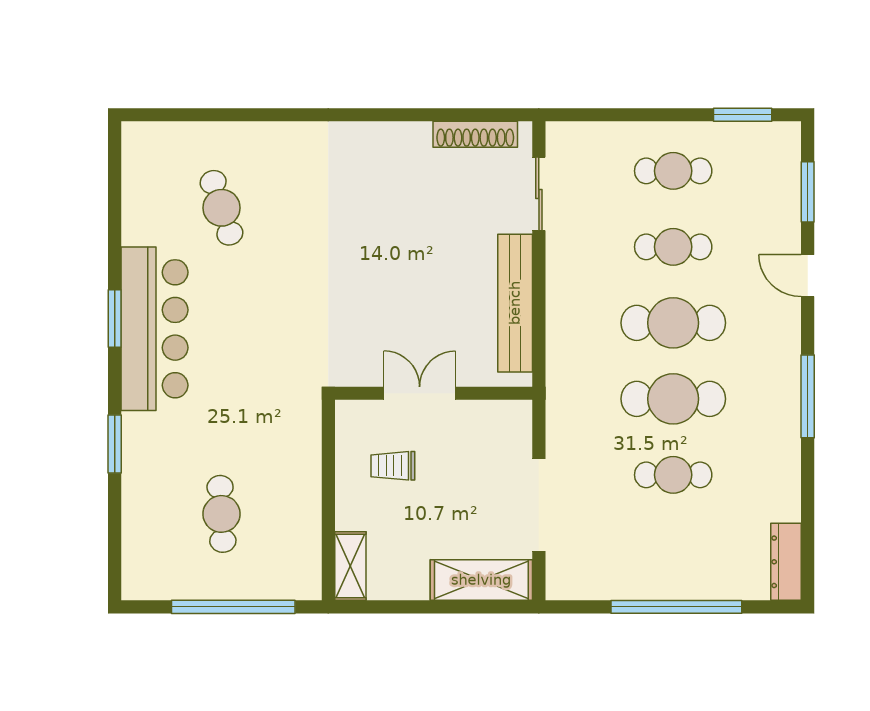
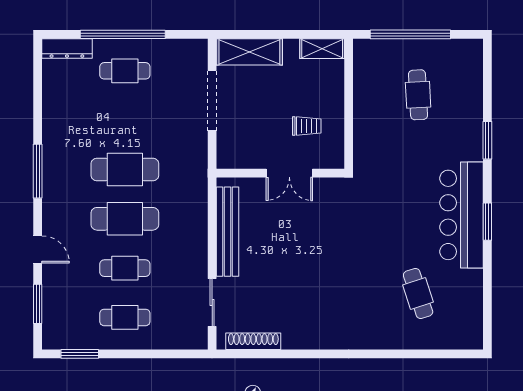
cafe table: (673, 475) -> (125, 71), moved
dresser: (786, 562) -> (67, 48), moved, turned 90
shelving: (350, 566) -> (322, 49), moved, turned 90

